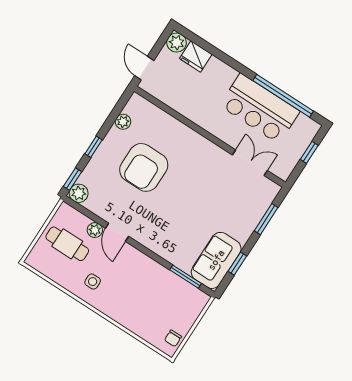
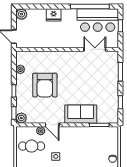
fridge: (196, 56) -> (54, 15), moved
bar counter: (260, 108) -> (98, 20), moved
sofa: (216, 260) -> (81, 114), moved, turned 90

